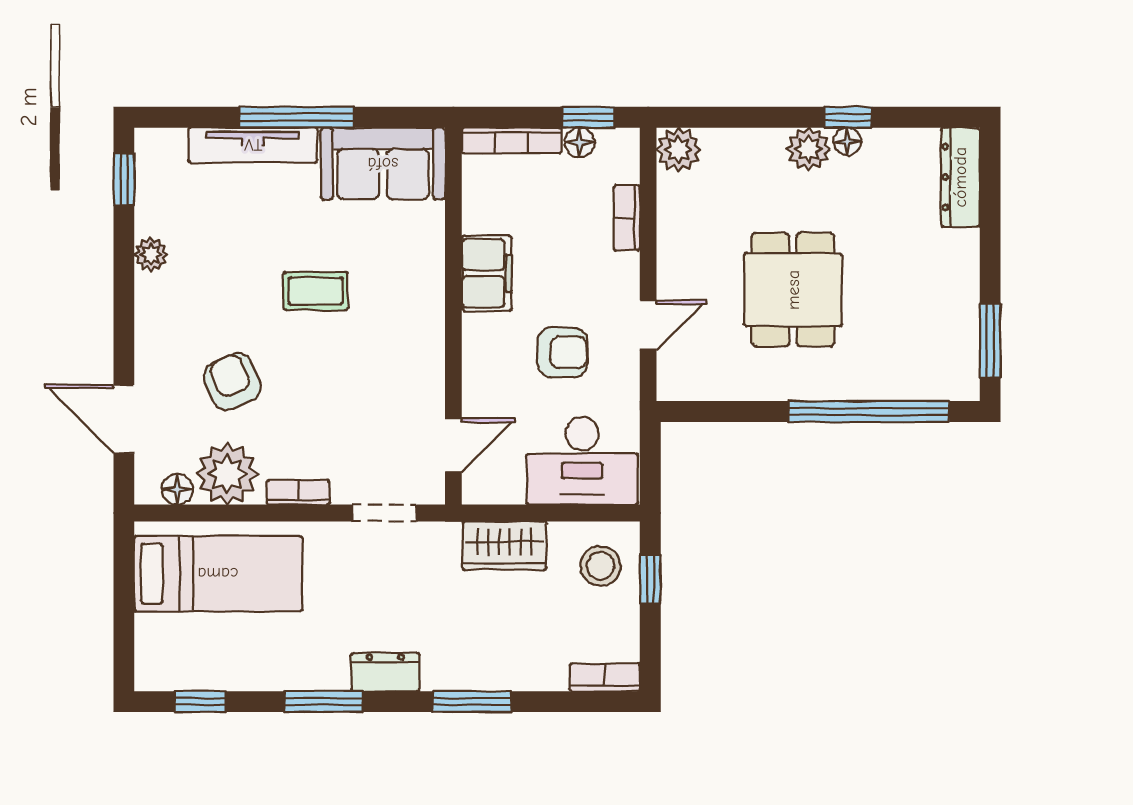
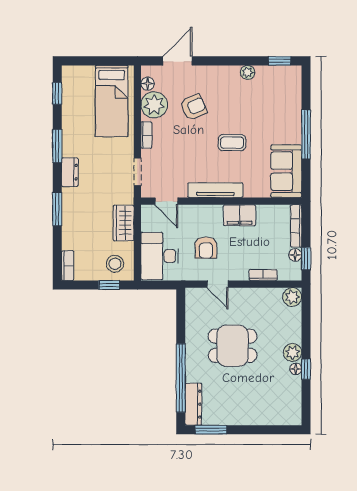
tv unit: (253, 145) -> (215, 190), moved, turned 90
dresser: (960, 177) -> (193, 404), moved, turned 90
coffee table: (316, 291) -> (232, 143), turned 90

